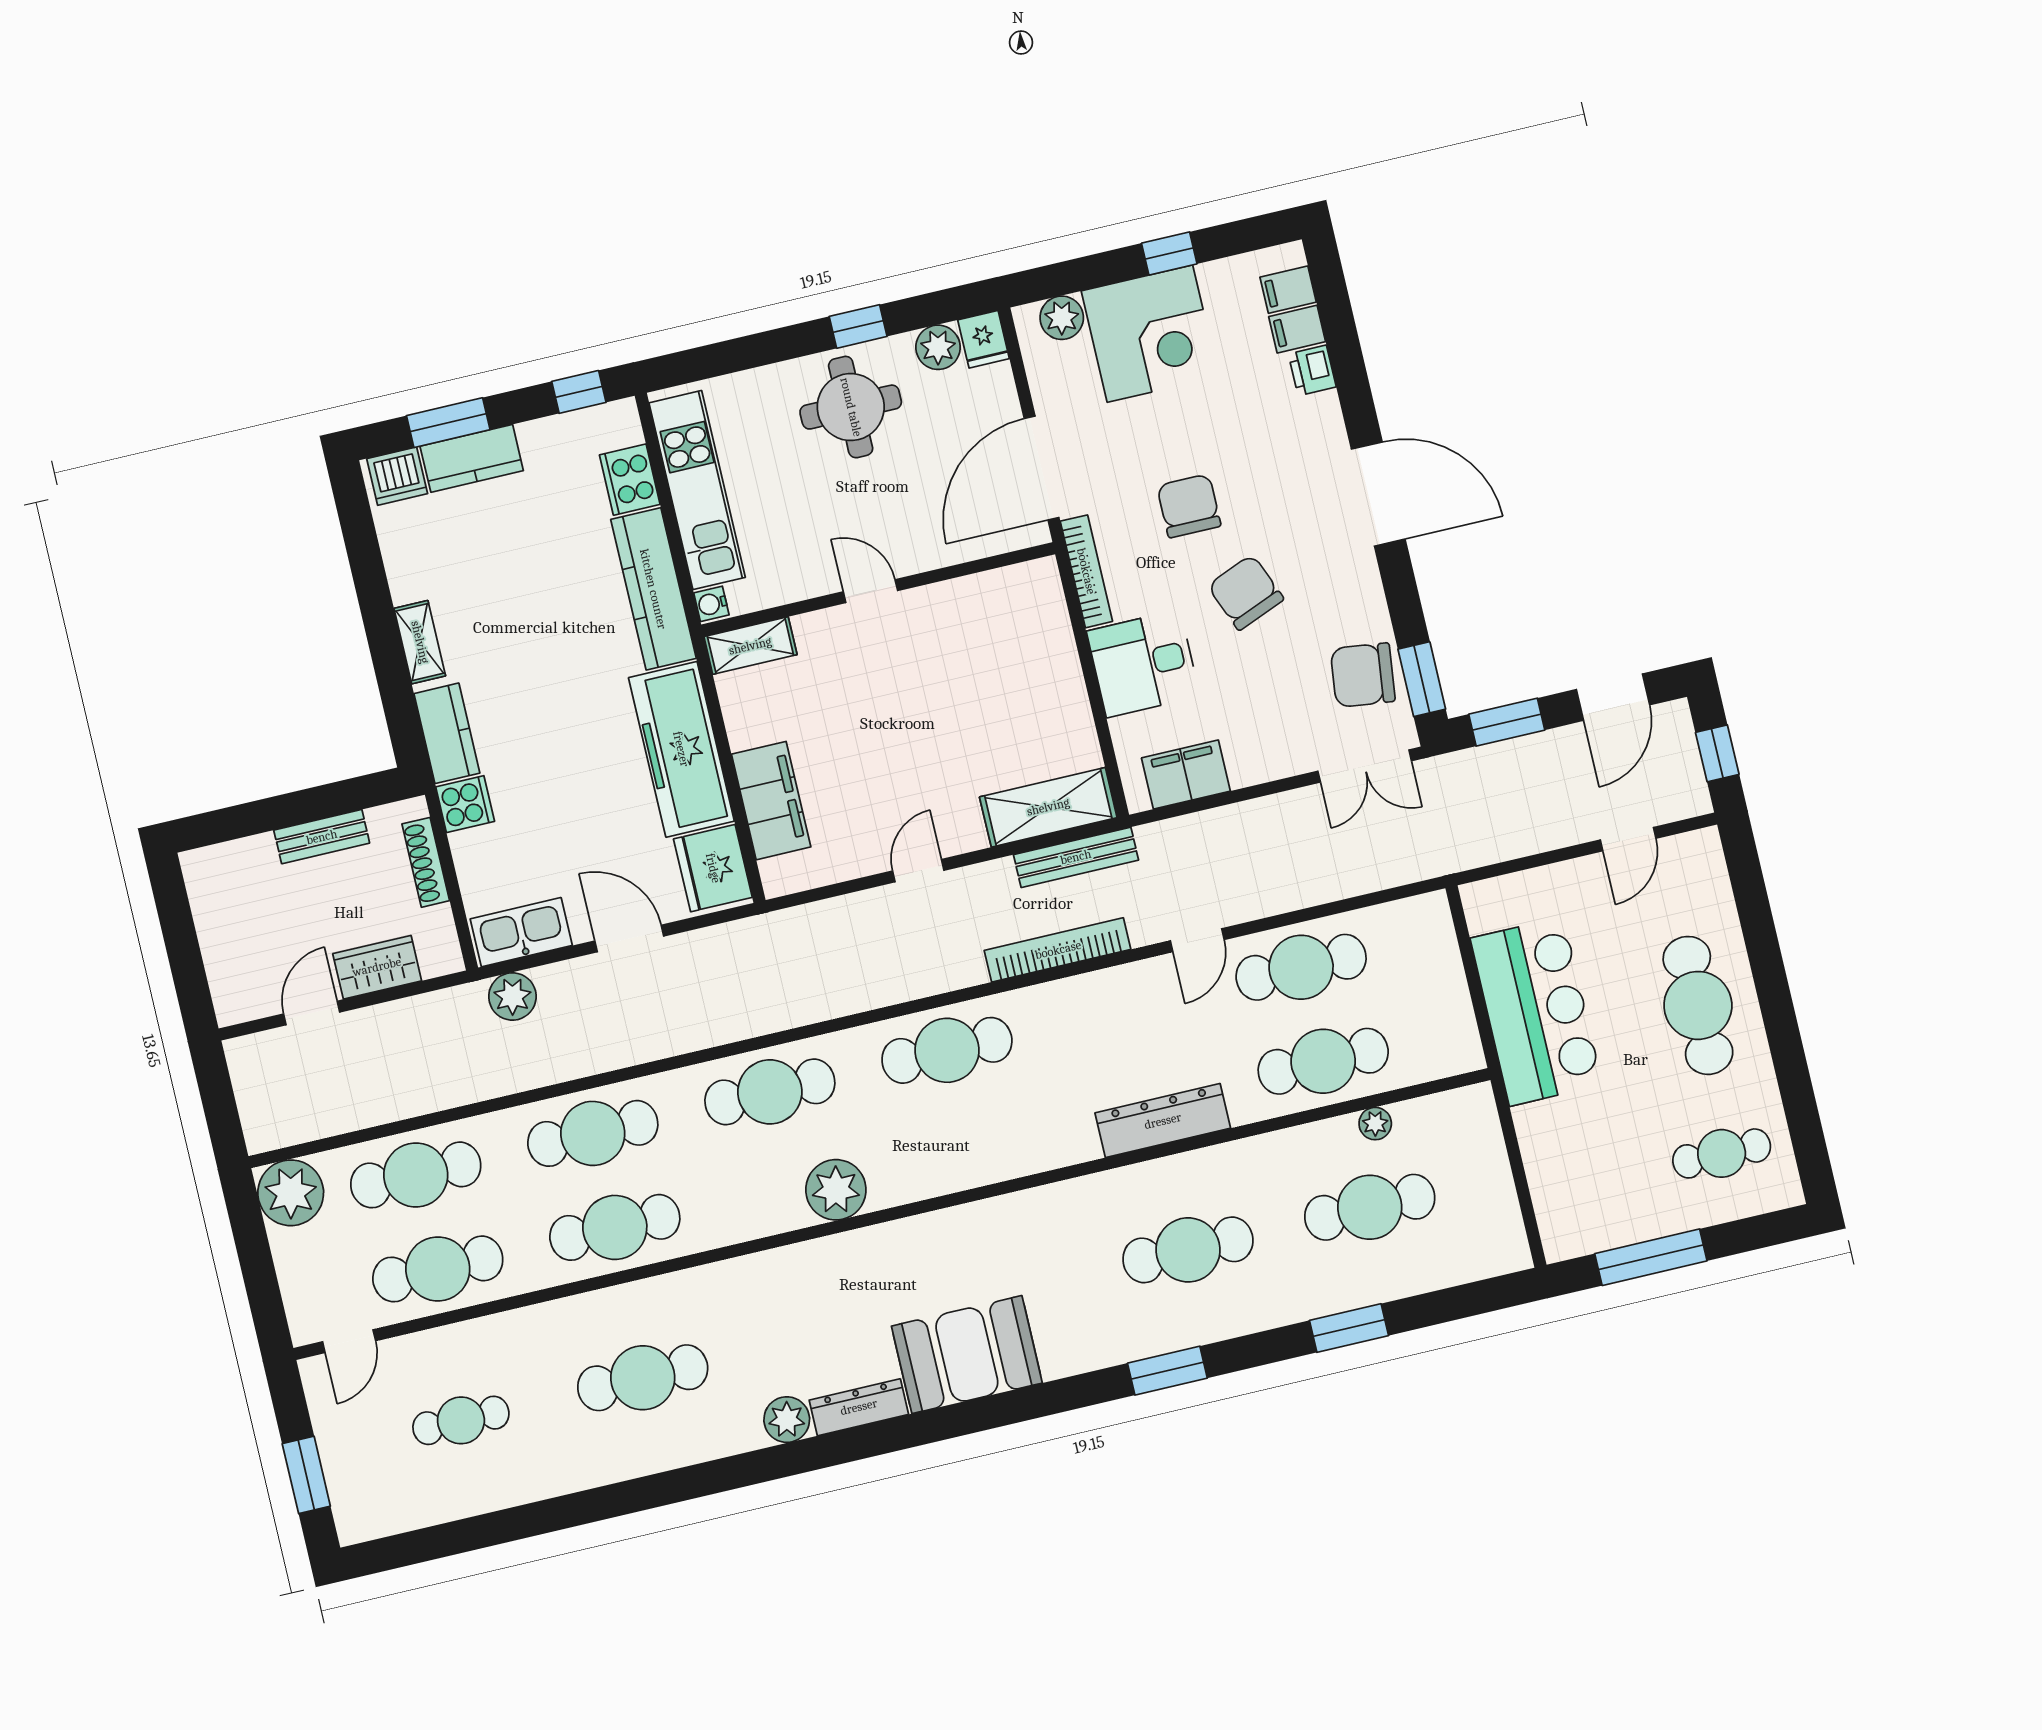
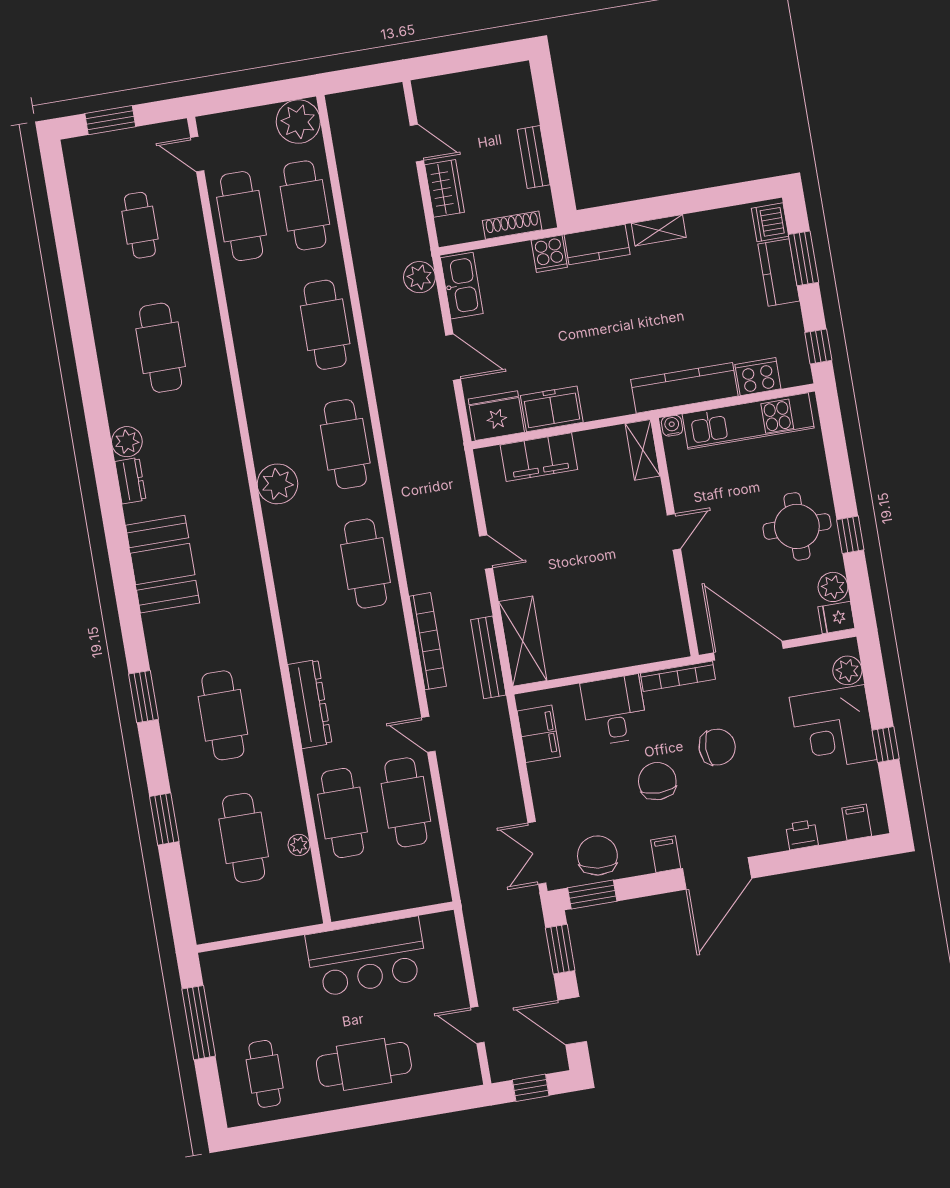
filing cabinet: (1297, 329) -> (666, 854), moved
chair: (1246, 592) -> (657, 781), turned -68
freezer: (681, 749) -> (552, 409), width x0.52, depth x0.79
door: (629, 938) -> (453, 357), hinge flipped
cafe table: (615, 1227) -> (262, 335), removed
dresser: (859, 1407) -> (130, 481), width x0.70

